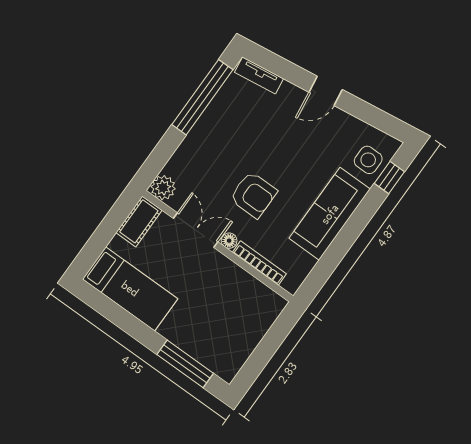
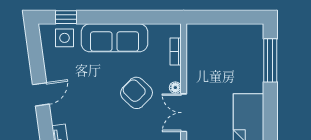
door: (326, 91) -> (41, 94), hinge flipped
armchair: (253, 195) -> (136, 93), turned -46
bookcase: (259, 263) -> (176, 51), width x0.64

